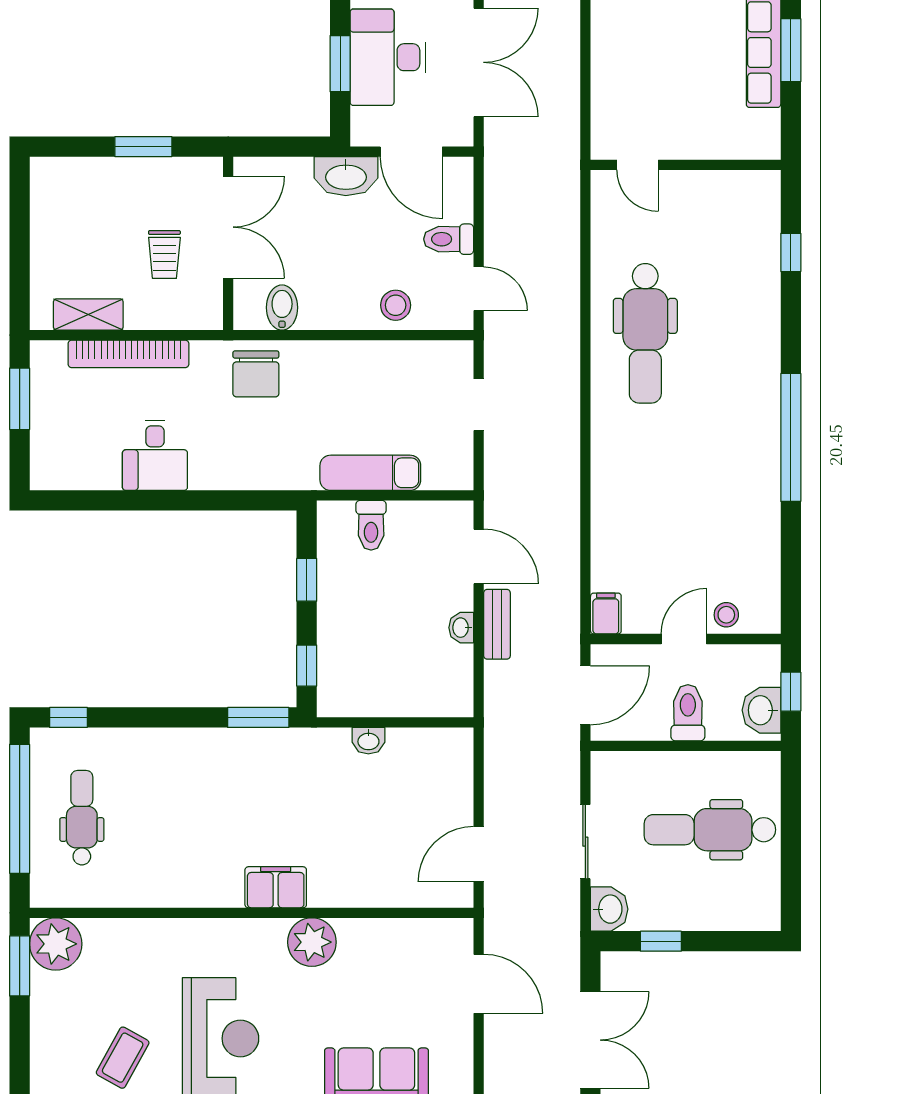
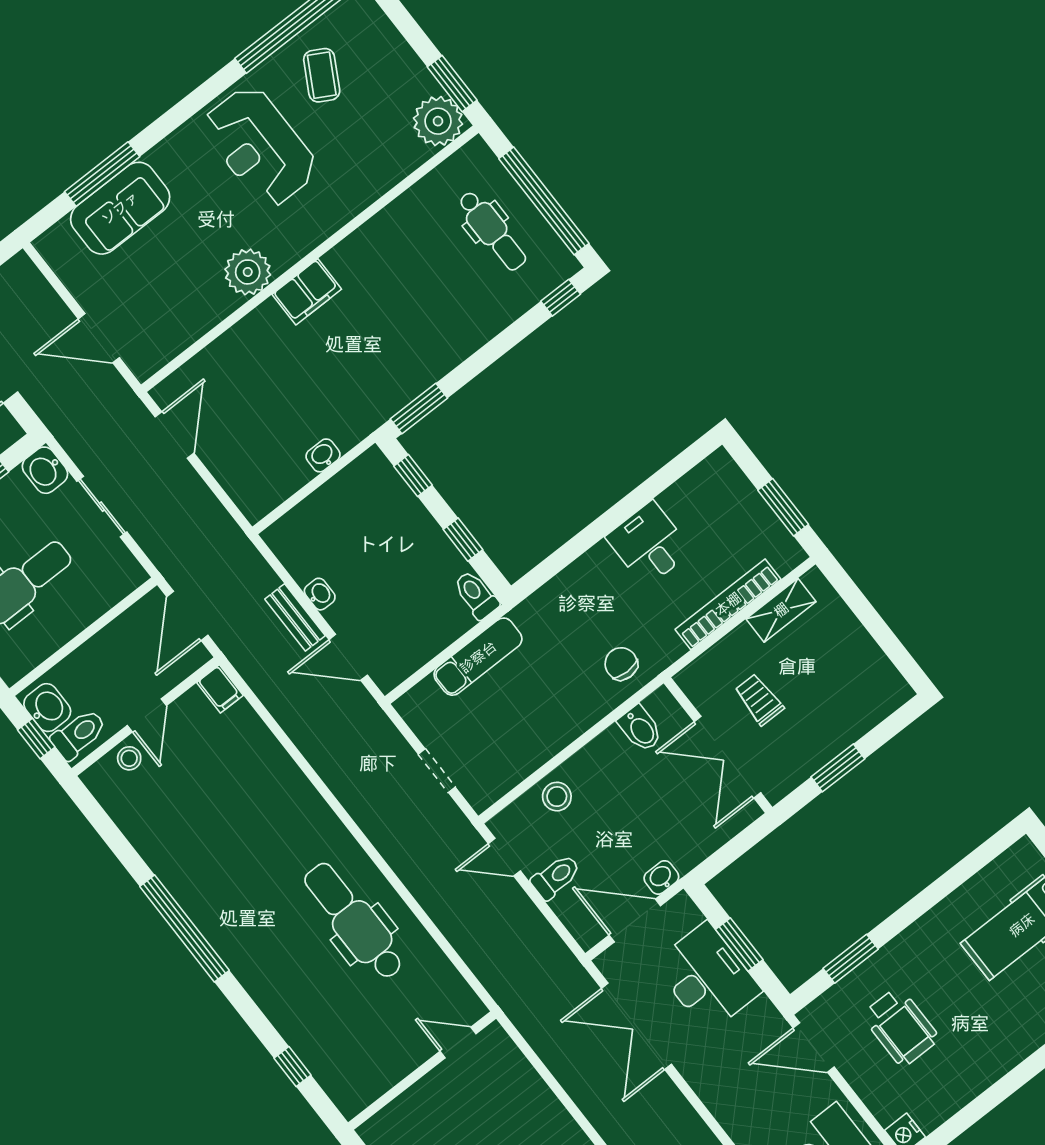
washbasin: (346, 176) -> (661, 877), width x0.52, depth x0.69
chair: (256, 374) -> (621, 664), width x0.73, depth x0.73
toilet: (371, 525) -> (476, 595), moved
toilet: (688, 713) -> (79, 734), moved, turned -90

